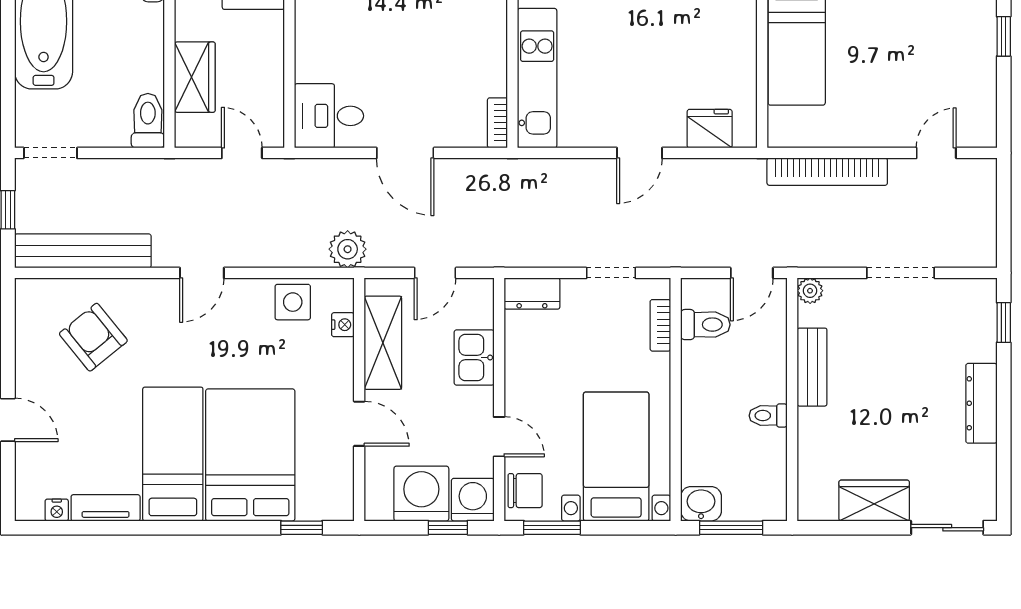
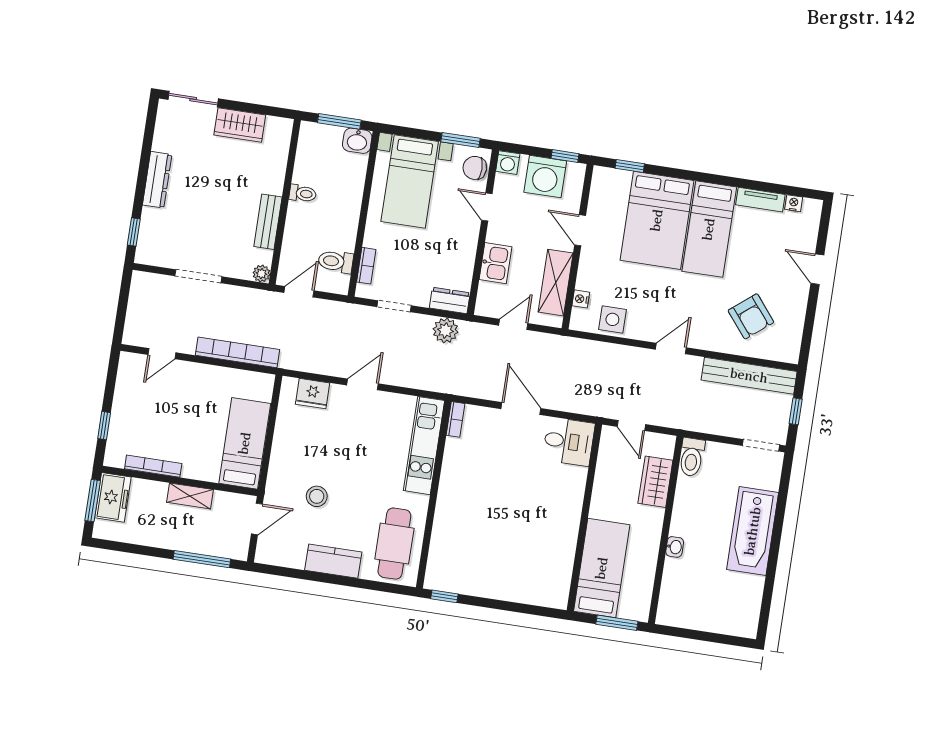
plant: (348, 249) -> (445, 330), moved
washing machine: (473, 500) -> (508, 163), width x0.73, depth x0.73
window: (448, 528) -> (565, 156), moved

